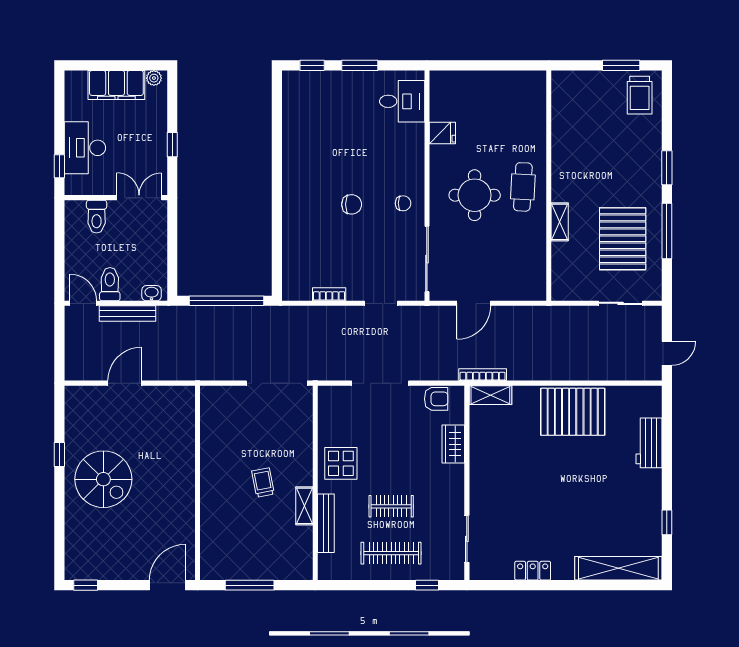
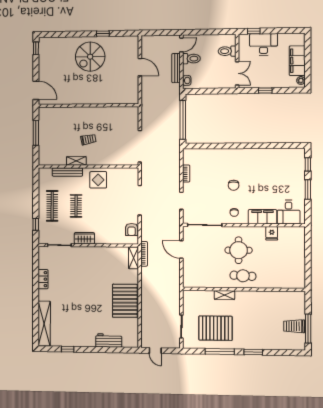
window: (621, 65) -> (308, 329), width x1.44
trolley: (640, 95) -> (294, 326), moved
filing cabinet: (411, 150) -> (262, 217), added
wardrobe: (453, 444) -> (84, 238), moved

